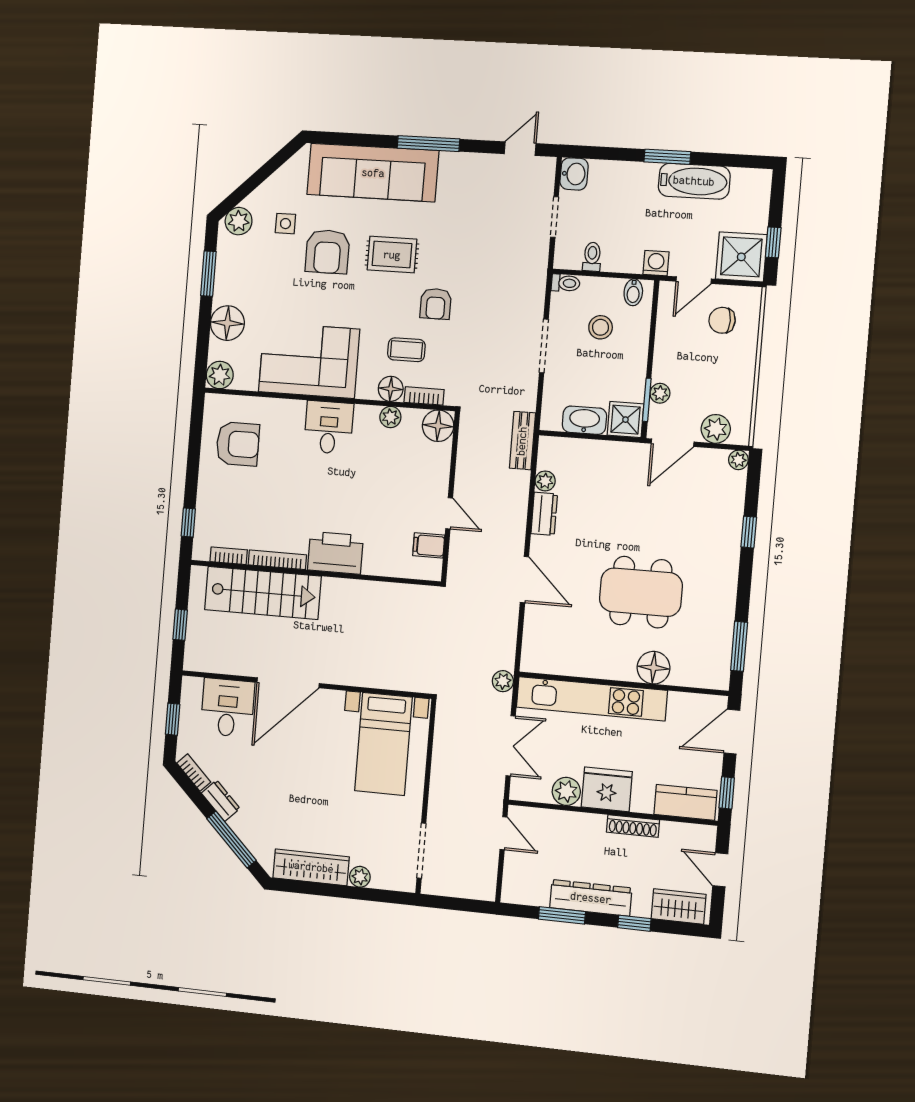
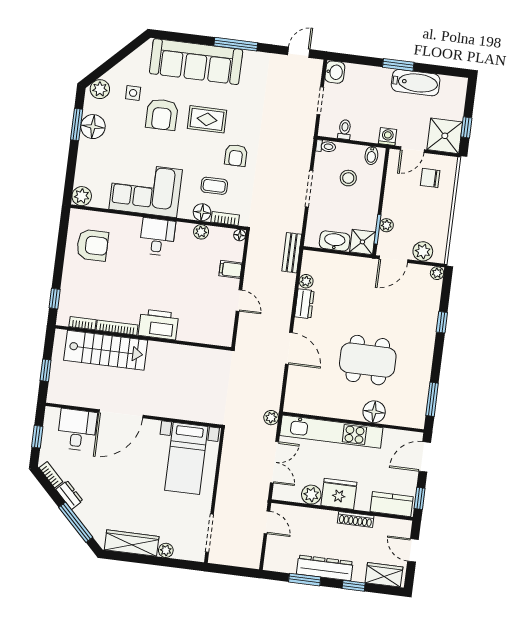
floor lamp: (227, 323) -> (93, 127), moved
floor lamp: (438, 426) -> (240, 235), width x0.53, depth x0.53
filing cabinet: (429, 545) -> (230, 269), moved

